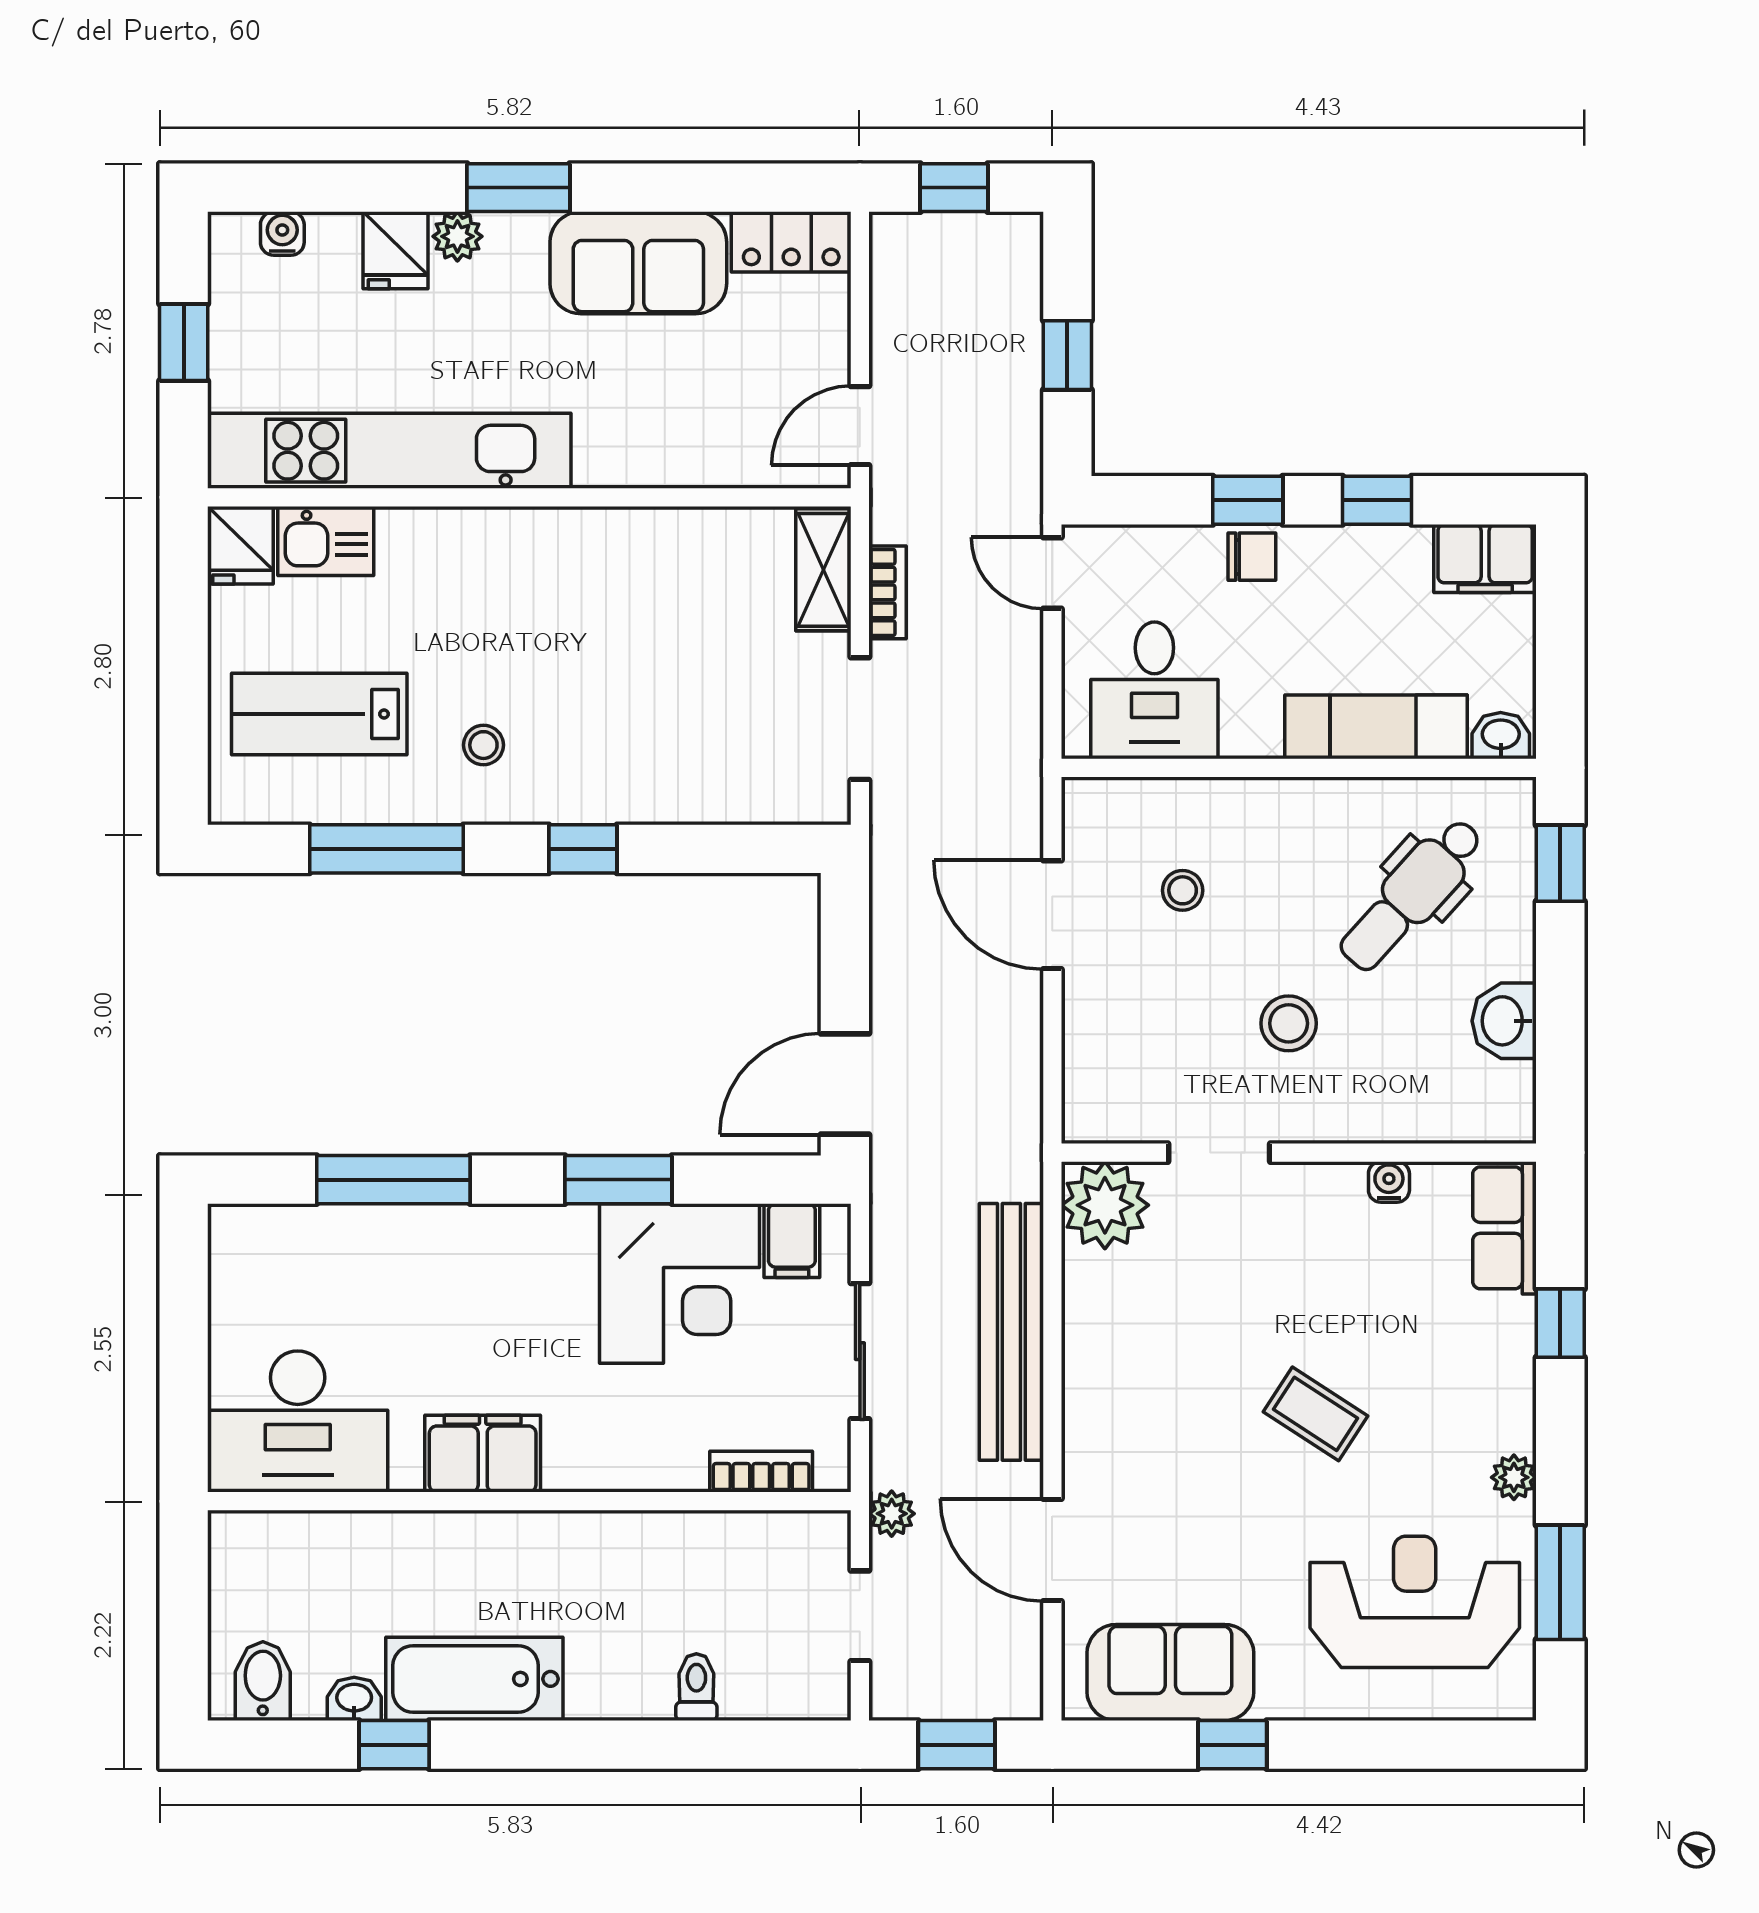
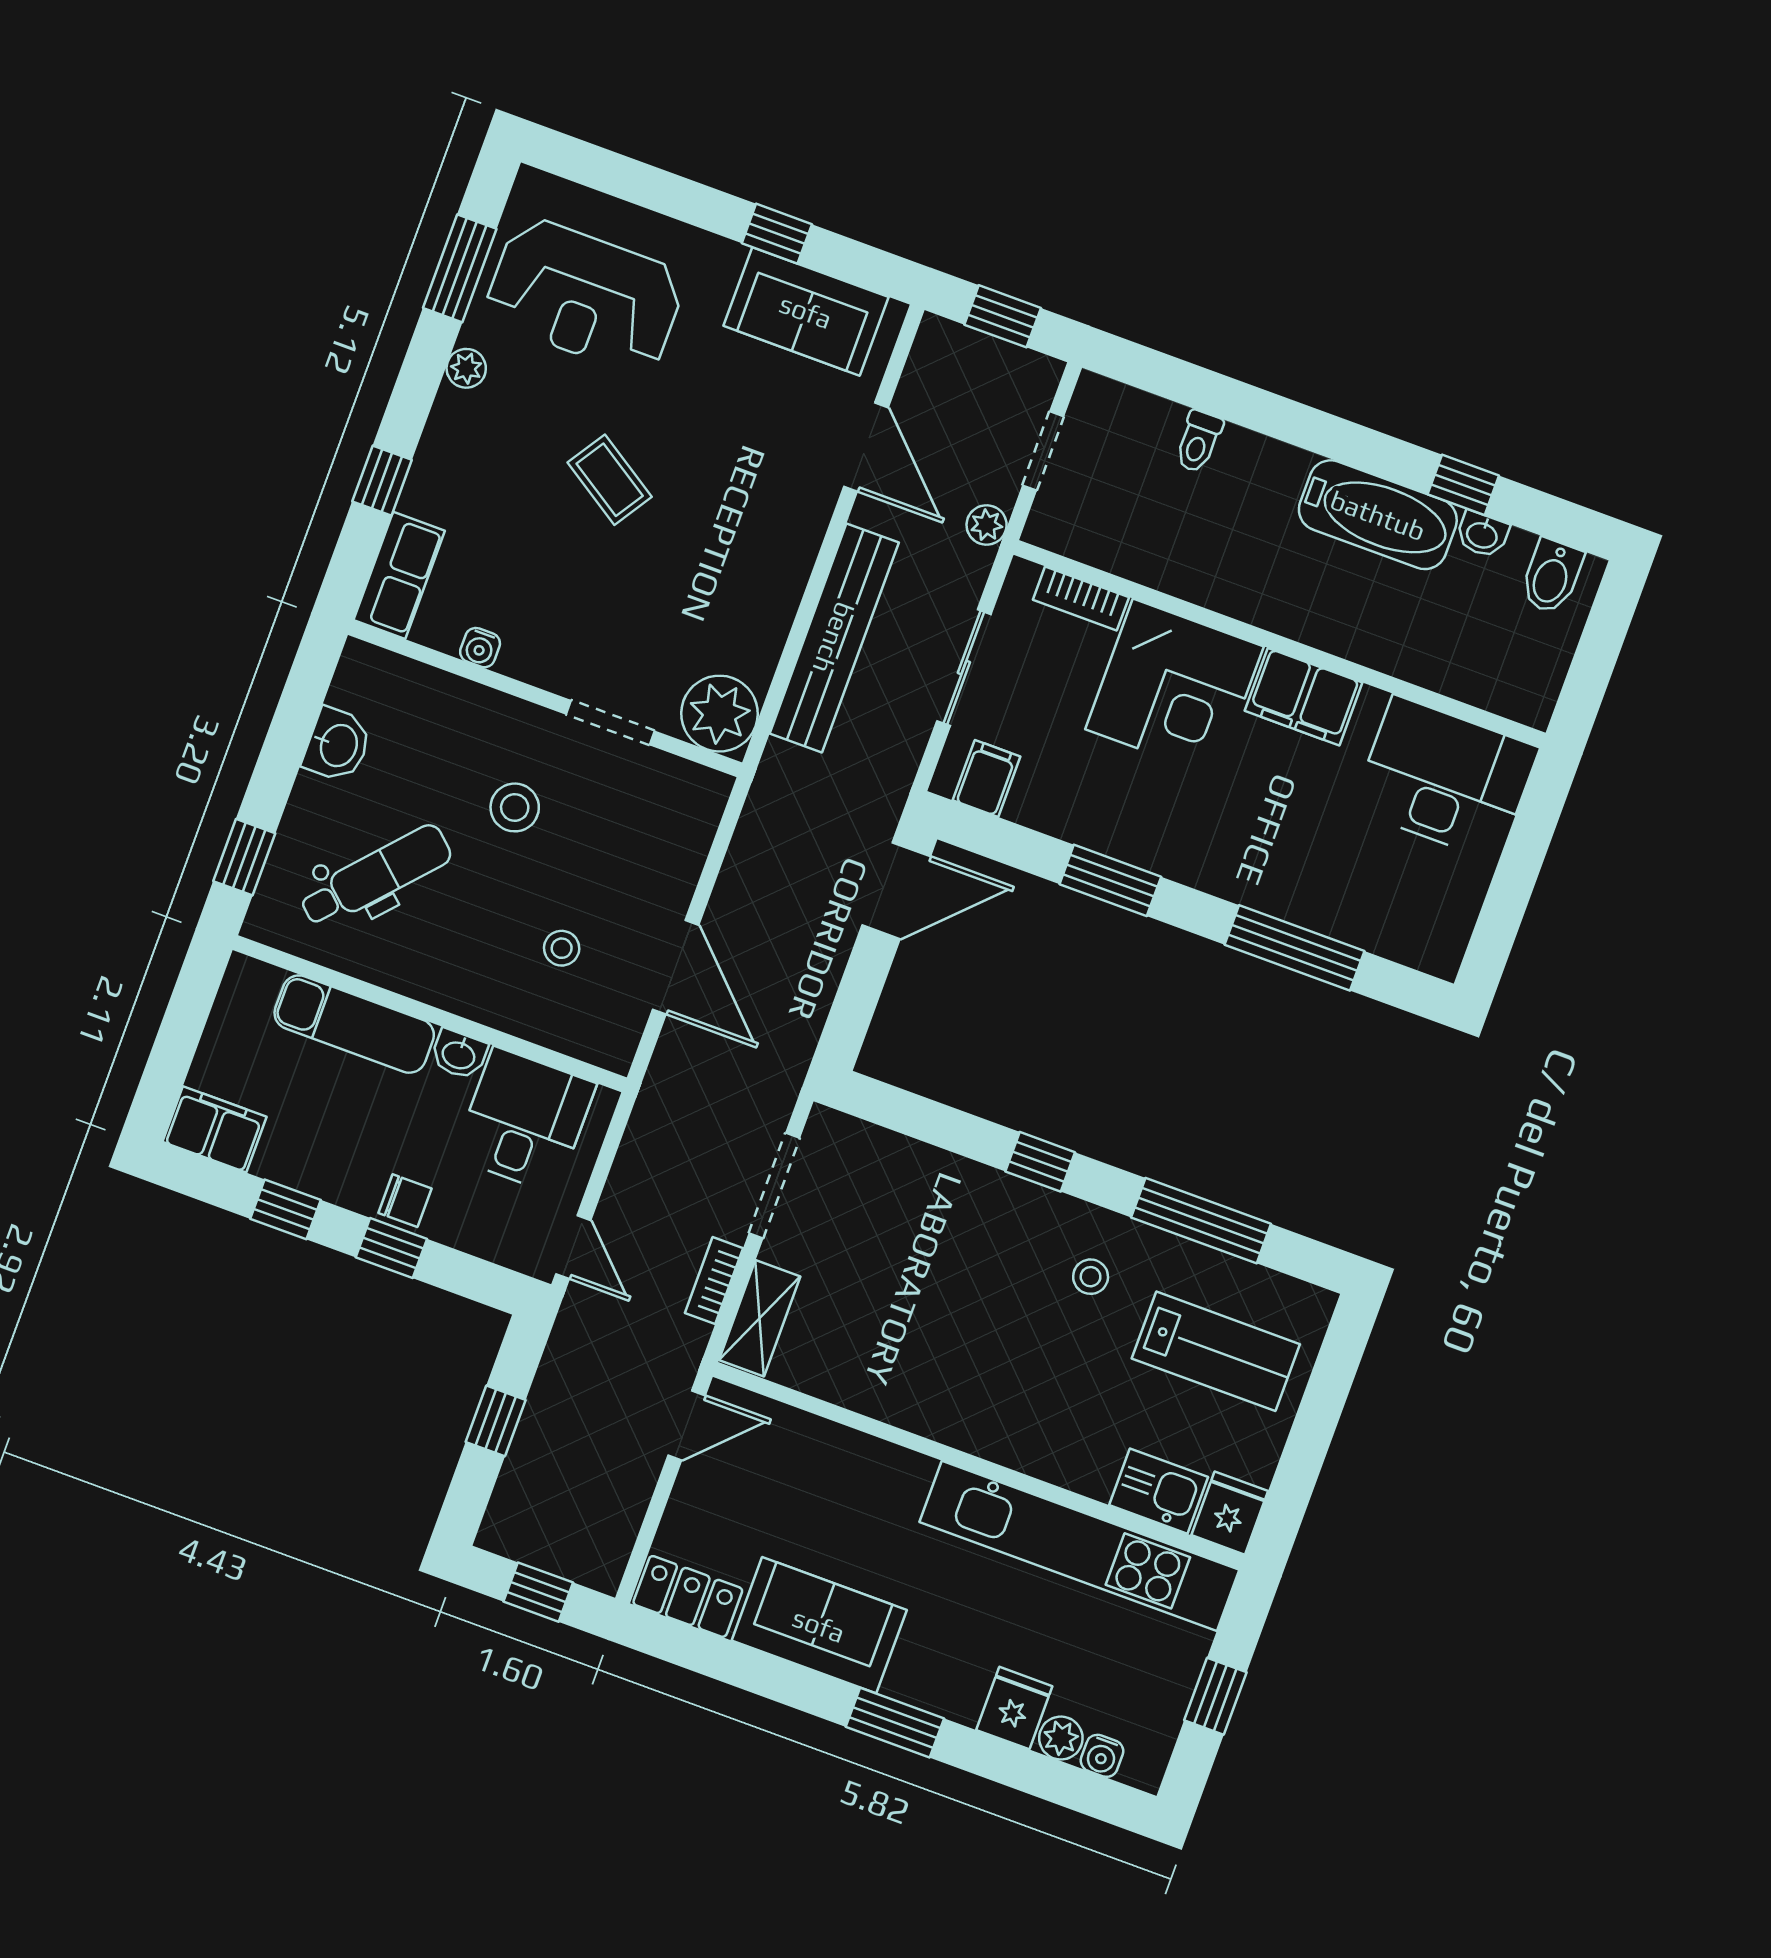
plant: (457, 236) -> (1061, 1738), moved
chair: (1252, 557) -> (405, 1201), turned 180
washbasin: (1501, 736) -> (459, 1054), moved
corner desk: (679, 1284) -> (1174, 688), moved, turned 180

